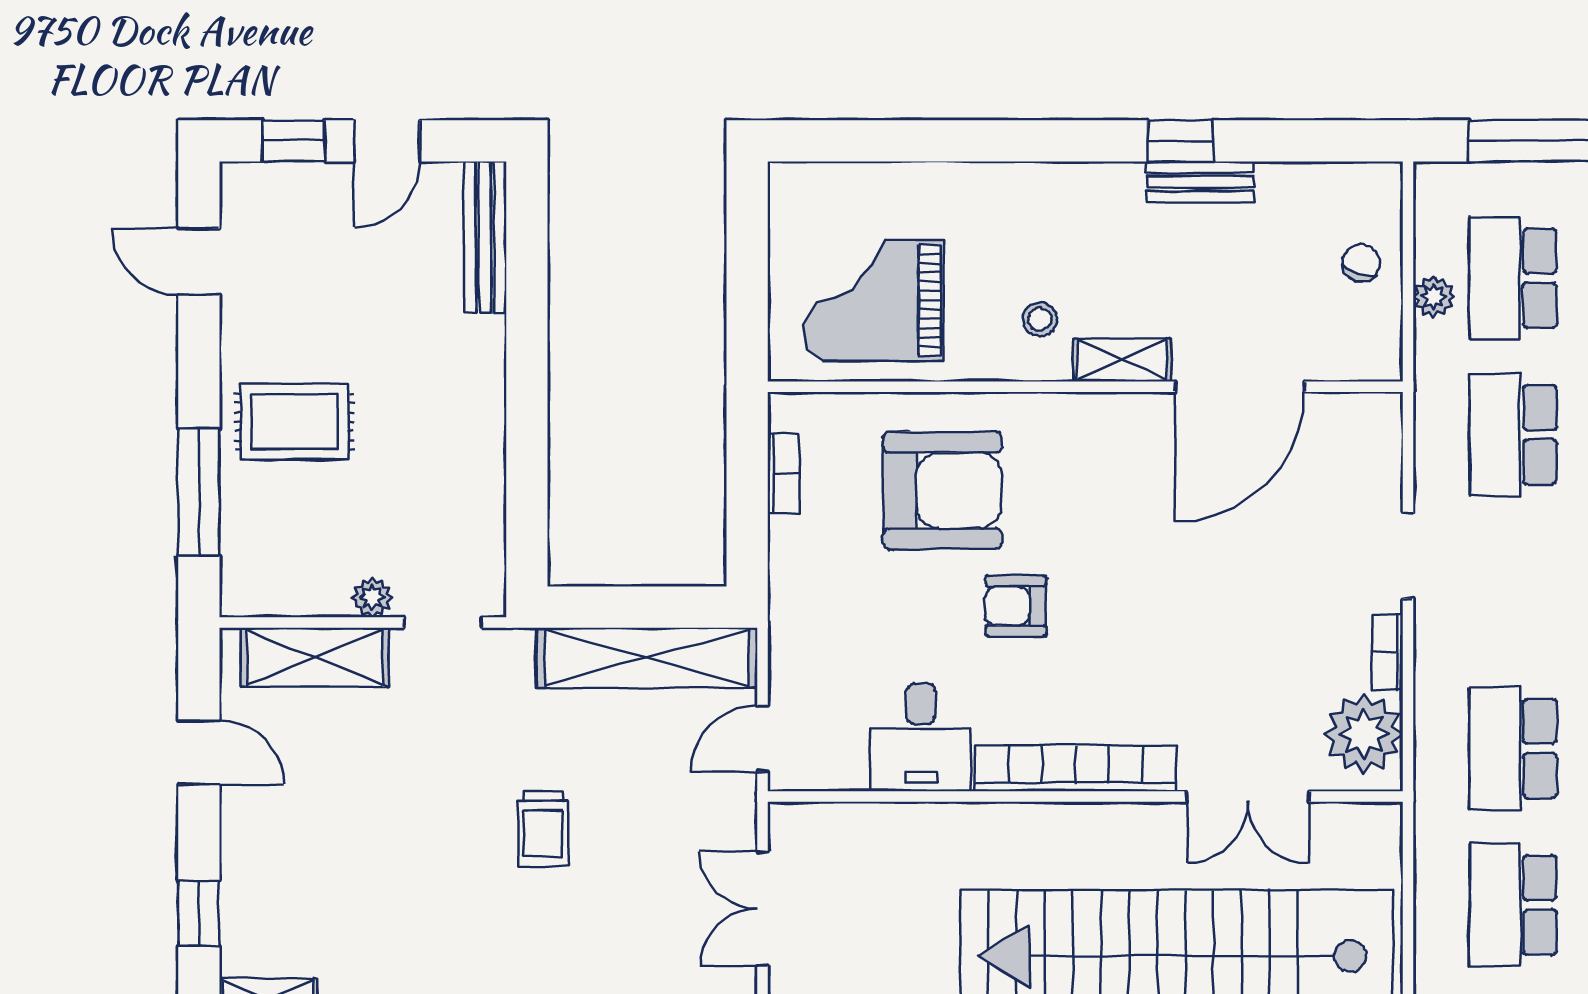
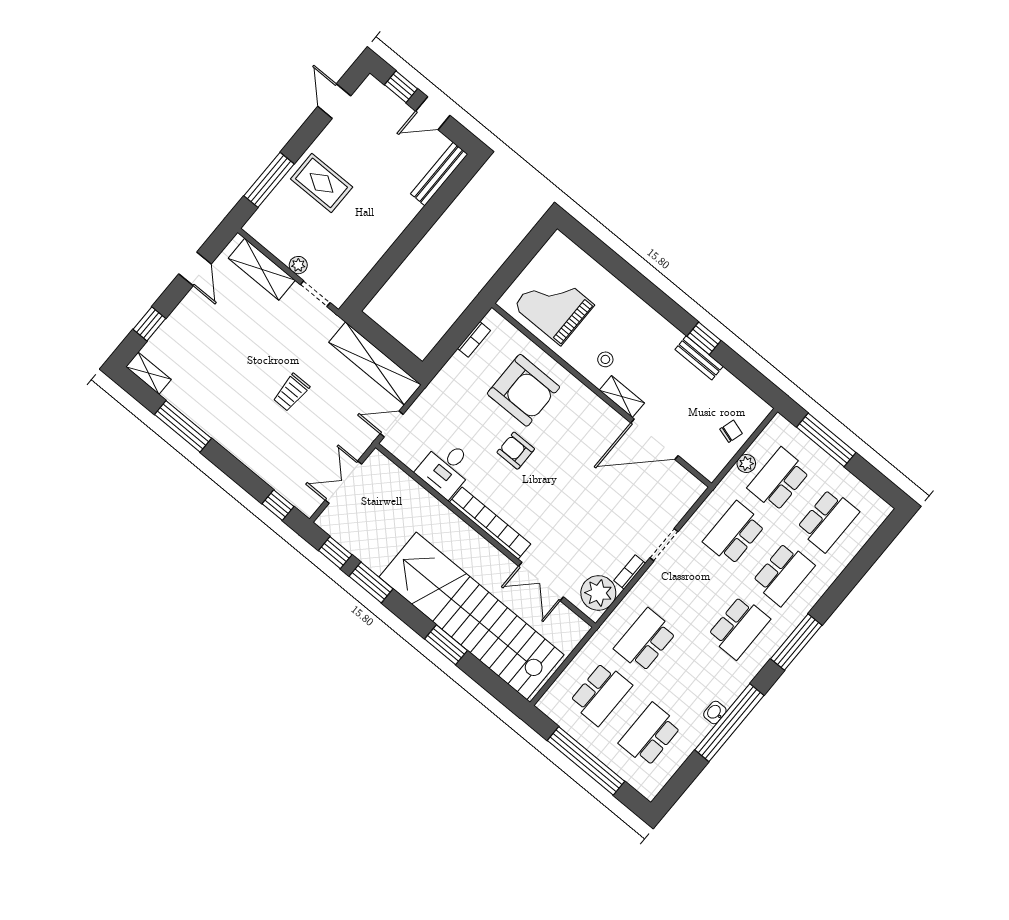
school desk: (1513, 905) -> (601, 694), turned 180

